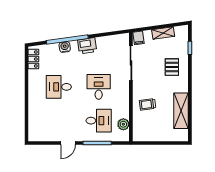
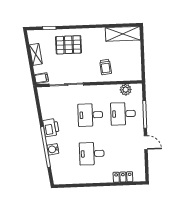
locker: (33, 59) -> (123, 177), moved
pallet: (172, 67) -> (68, 45), width x1.50, depth x1.42
desk: (59, 87) -> (92, 154), turned 90
shelving: (181, 111) -> (123, 34), moved
desk: (99, 121) -> (123, 114), turned -90

